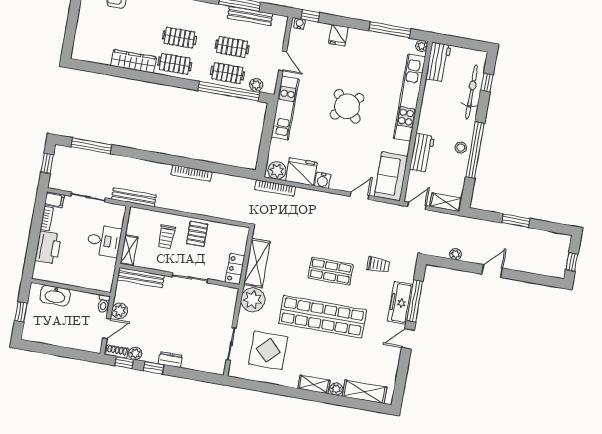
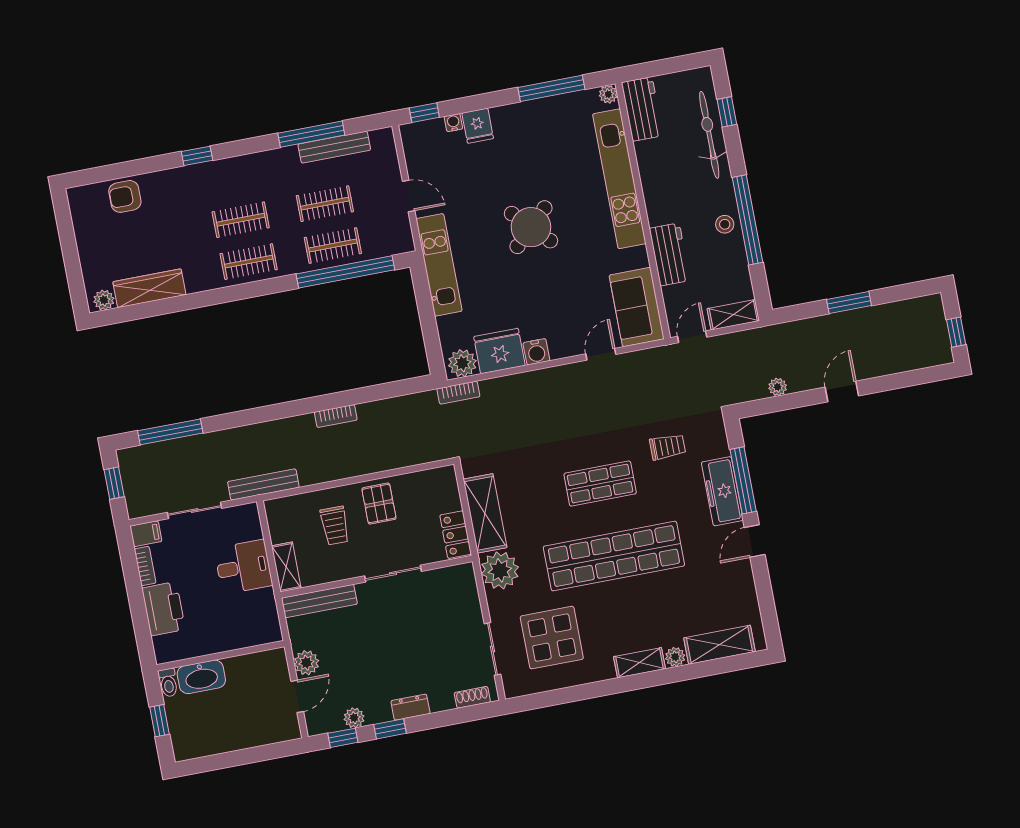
water cooler: (299, 24) -> (453, 123), moved
wardrobe: (134, 61) -> (149, 288), moved
plant: (256, 85) -> (104, 300), moved
bookcase: (191, 173) -> (336, 416), width x0.64
bookcase: (275, 188) -> (458, 393), width x0.64
toilet: (103, 304) -> (168, 683), moved
shoe rack: (117, 351) -> (472, 697), moved

